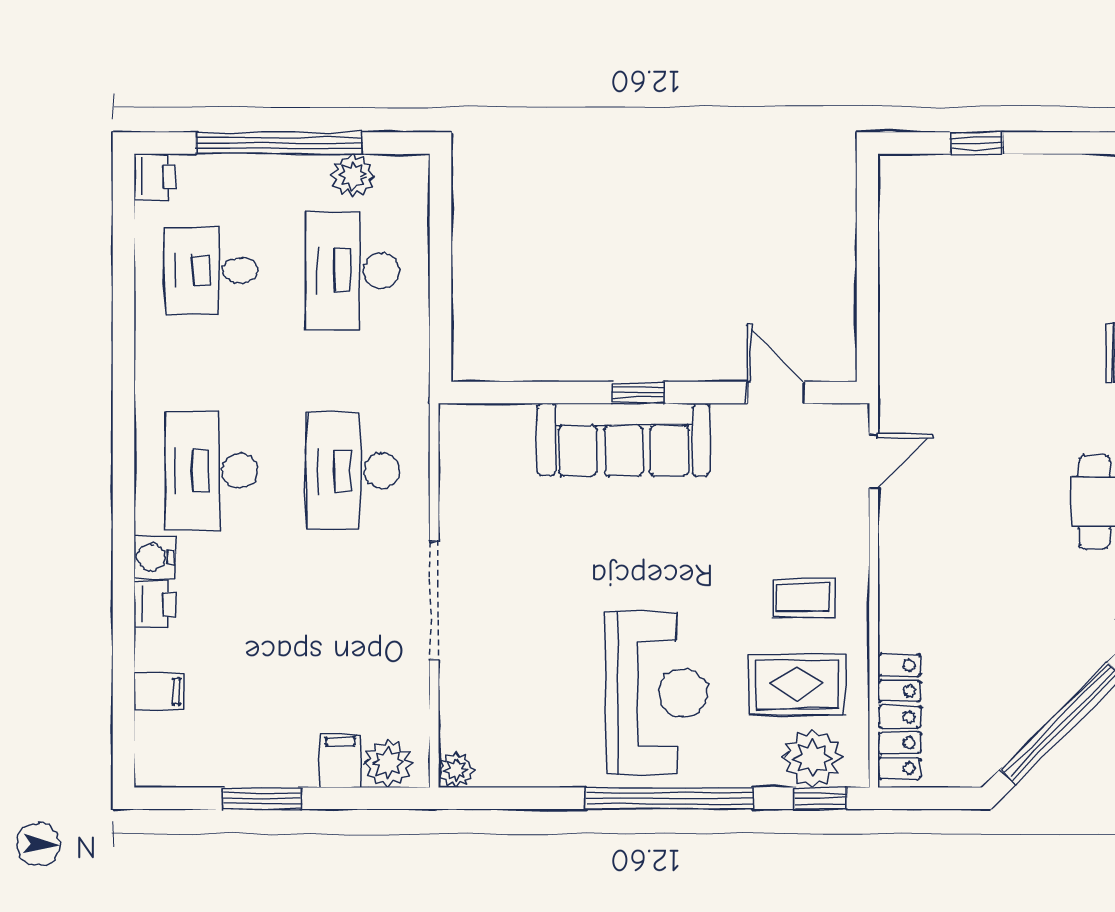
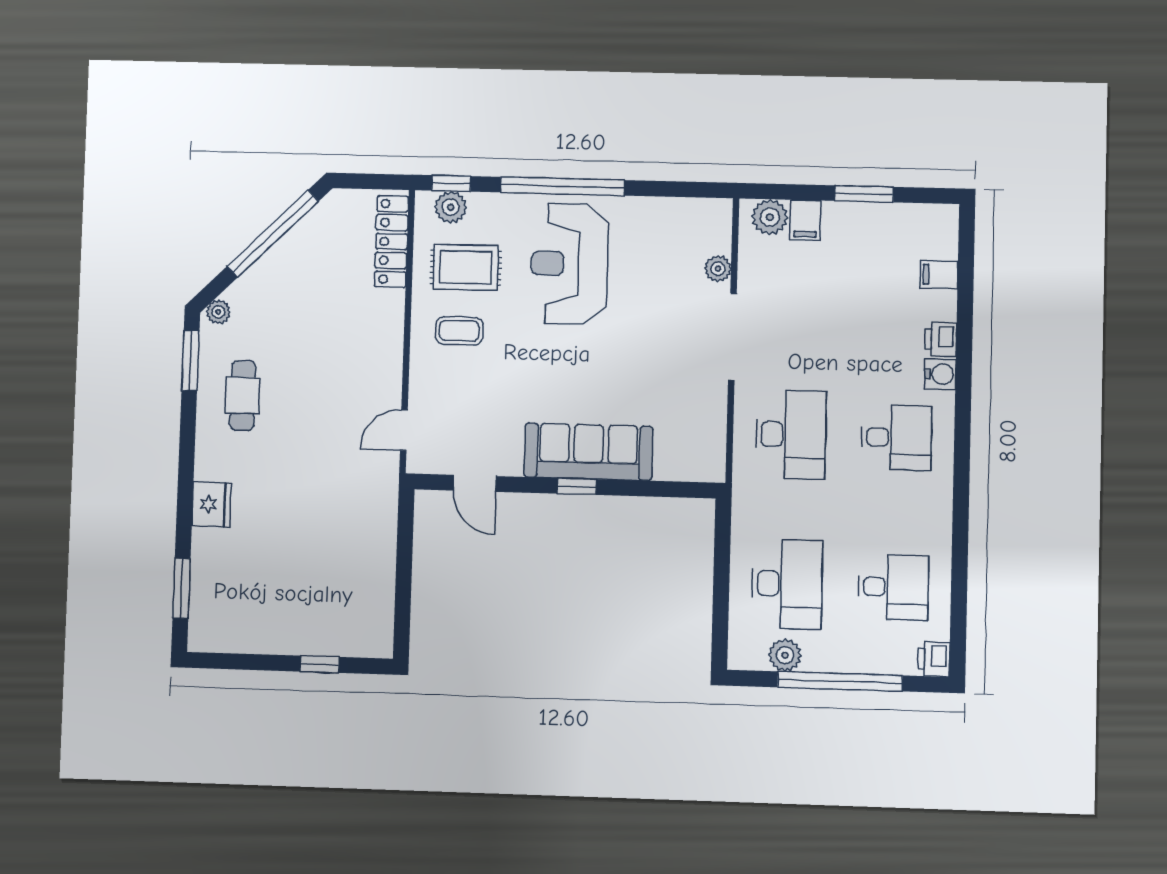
desk: (211, 471) -> (896, 438), width x0.73
plant: (813, 758) -> (451, 207), width x0.73, depth x0.73
plant: (456, 770) -> (718, 269), moved

